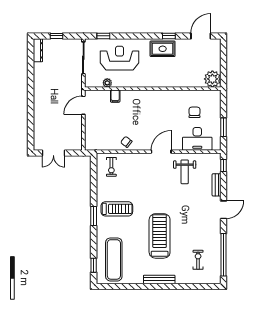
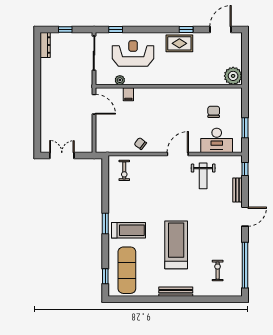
door: (83, 105) -> (94, 104), swing flipped
double door: (53, 153) -> (62, 156), swing flipped
treadmill: (117, 209) -> (128, 230), moved

